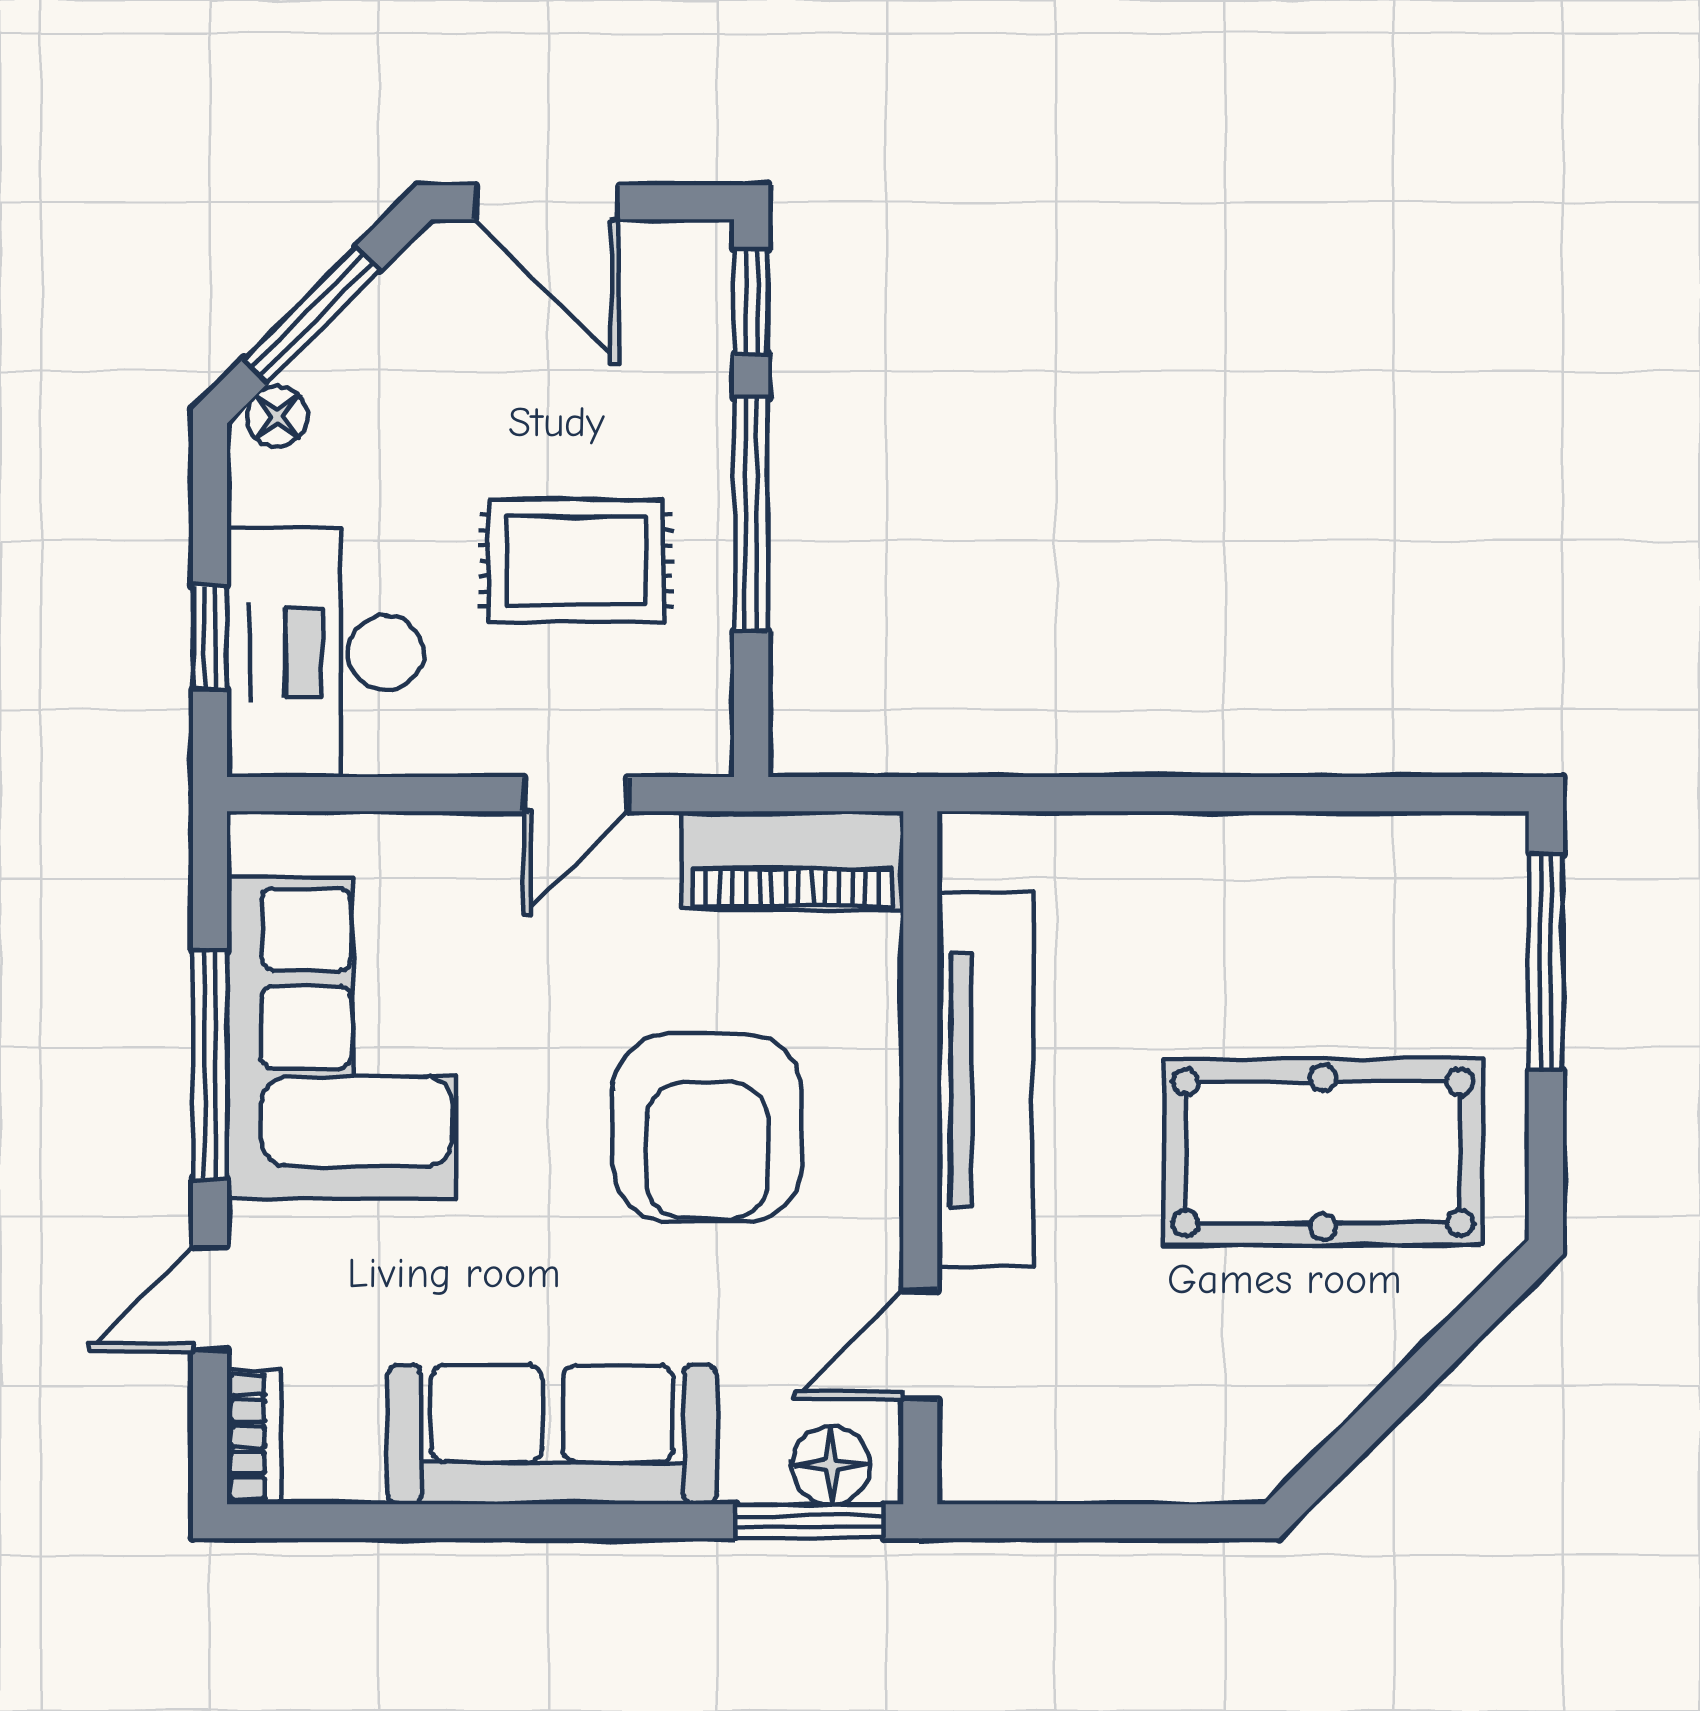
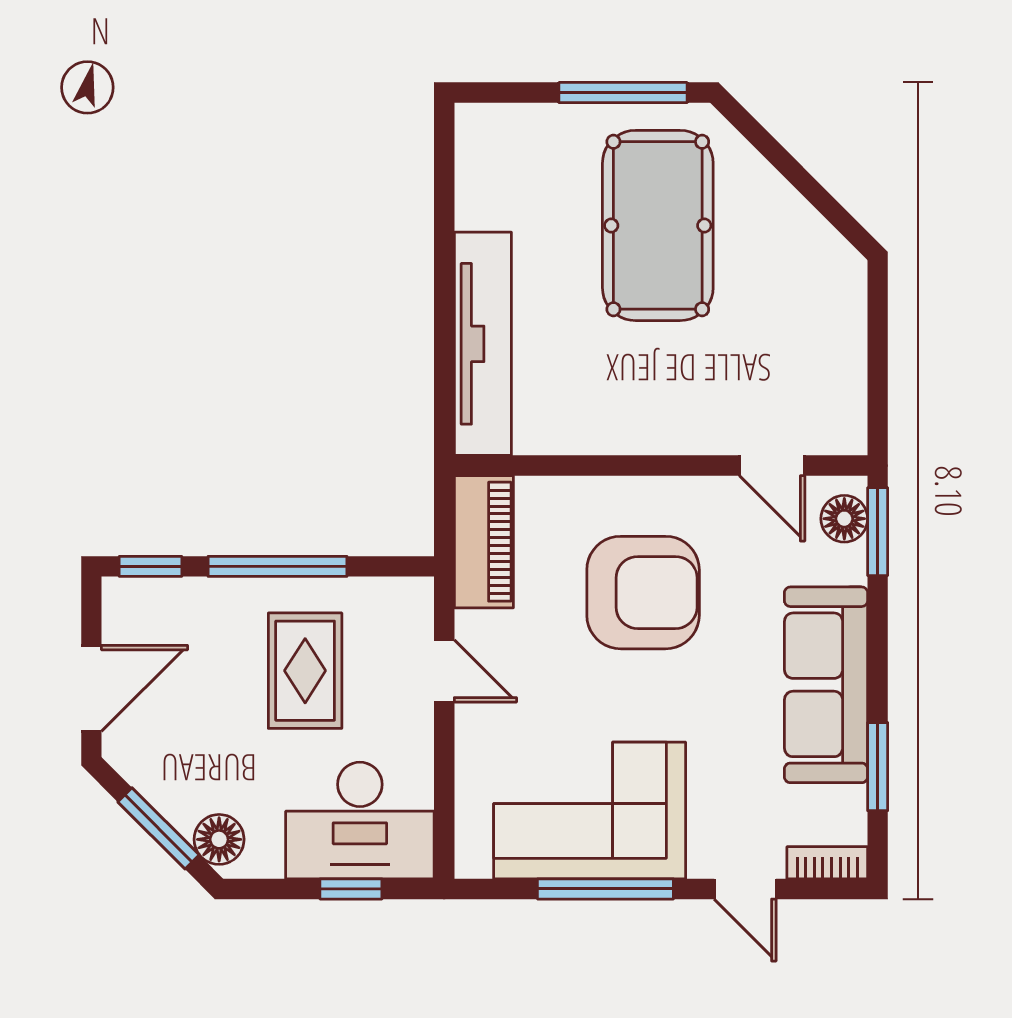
floor lamp: (277, 416) -> (219, 839), width x1.37, depth x1.37
window: (1546, 962) -> (623, 93), moved
tv unit: (985, 1080) -> (483, 344), moved, turned 90
window: (415, 1521) -> (878, 767), added

